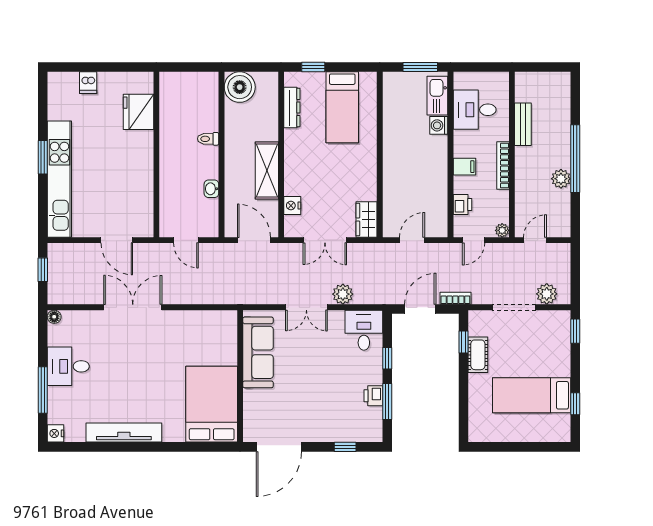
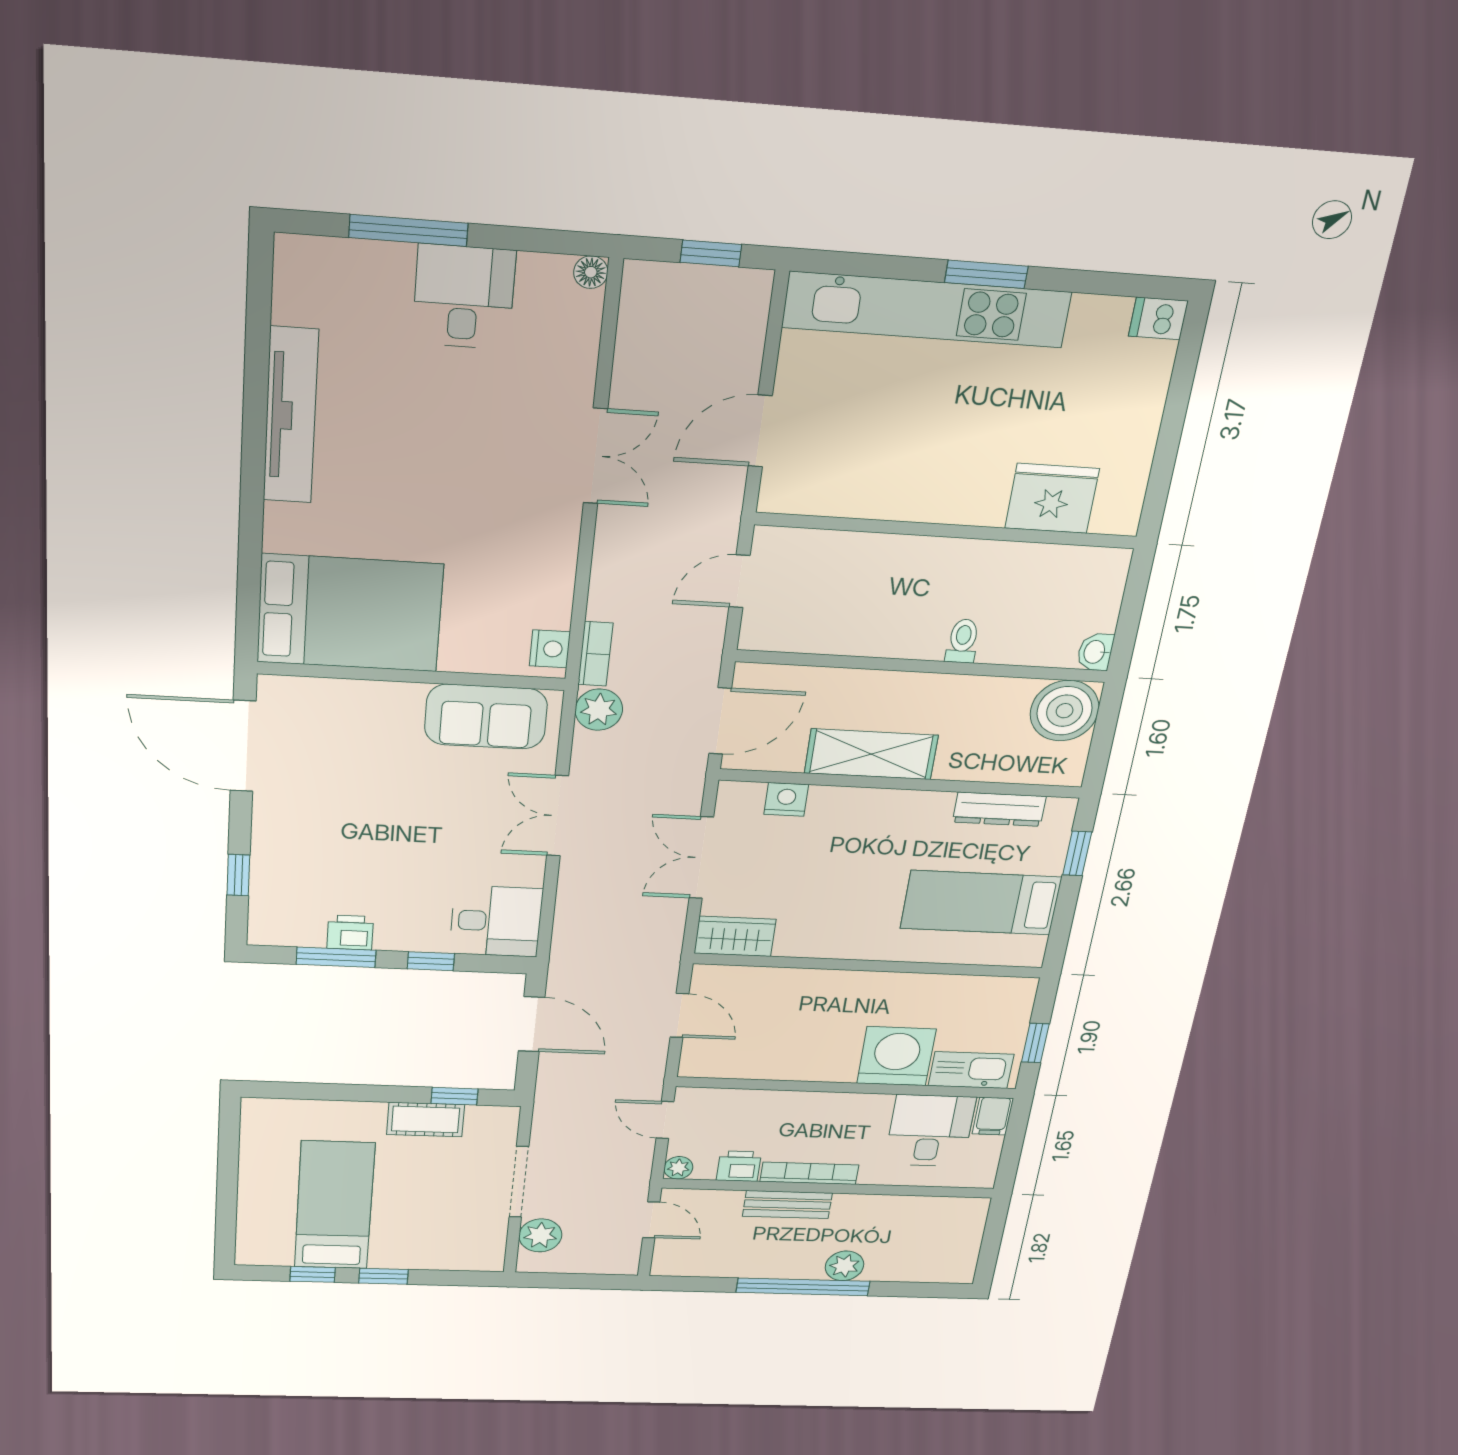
window: (420, 67) -> (1035, 1043), width x0.67
dishwasher: (88, 83) -> (1158, 318), moved
bench: (523, 124) -> (787, 1205), moved
washing machine: (439, 125) -> (896, 1056), width x1.89, depth x1.89
filing cabinet: (465, 167) -> (993, 1116), moved
plant: (561, 179) -> (844, 1266), moved
washbasin: (211, 189) -> (1095, 652), moved, turned -90
printer: (462, 205) -> (739, 1166), moved, turned 180
plant: (343, 294) -> (599, 710), moved
bookcase: (455, 298) -> (595, 654), moved
double door: (133, 307) -> (595, 456), width x0.73
window: (575, 331) -> (384, 1276), moved
sofa: (258, 352) -> (486, 717), width x0.73
nightstand: (55, 433) -> (550, 649), moved, turned 90

